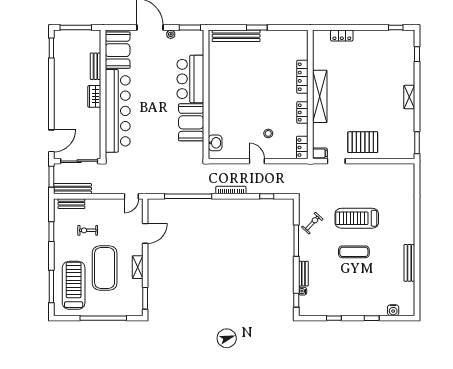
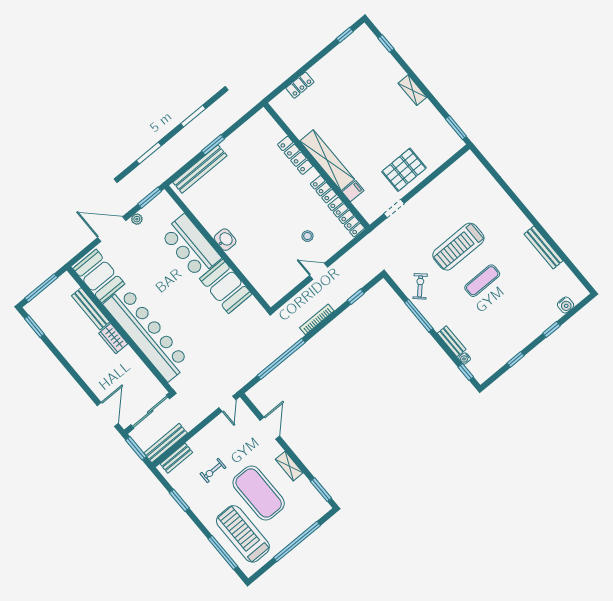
bench: (95, 66) -> (91, 309), width x1.36
washbasin: (215, 143) -> (225, 240), moved
locker: (302, 147) -> (346, 217), width x1.53
filing cabinet: (320, 153) -> (353, 191), moved

